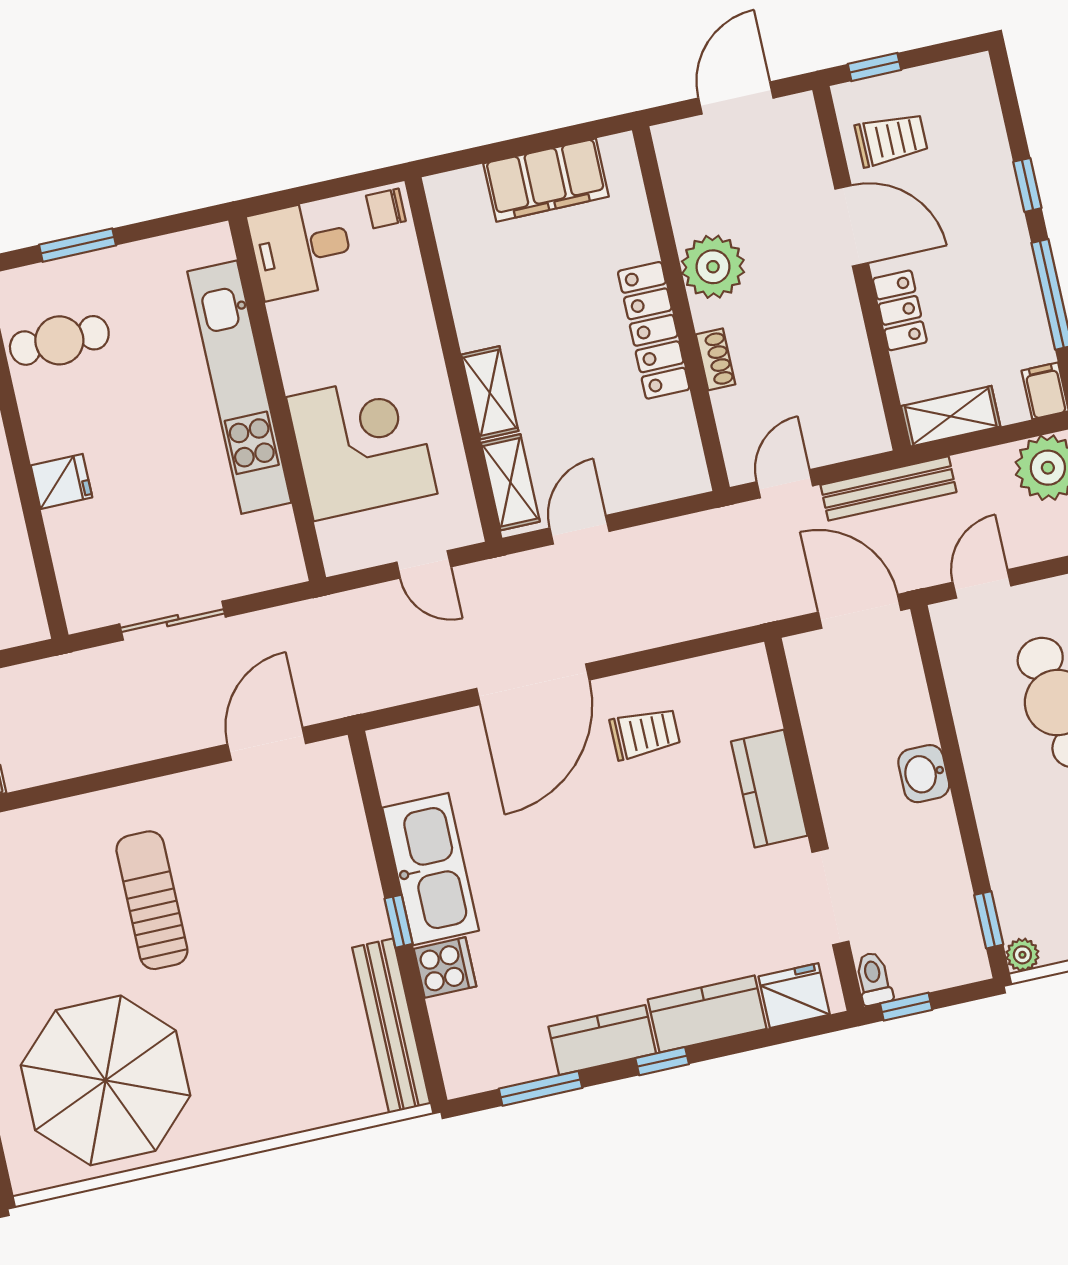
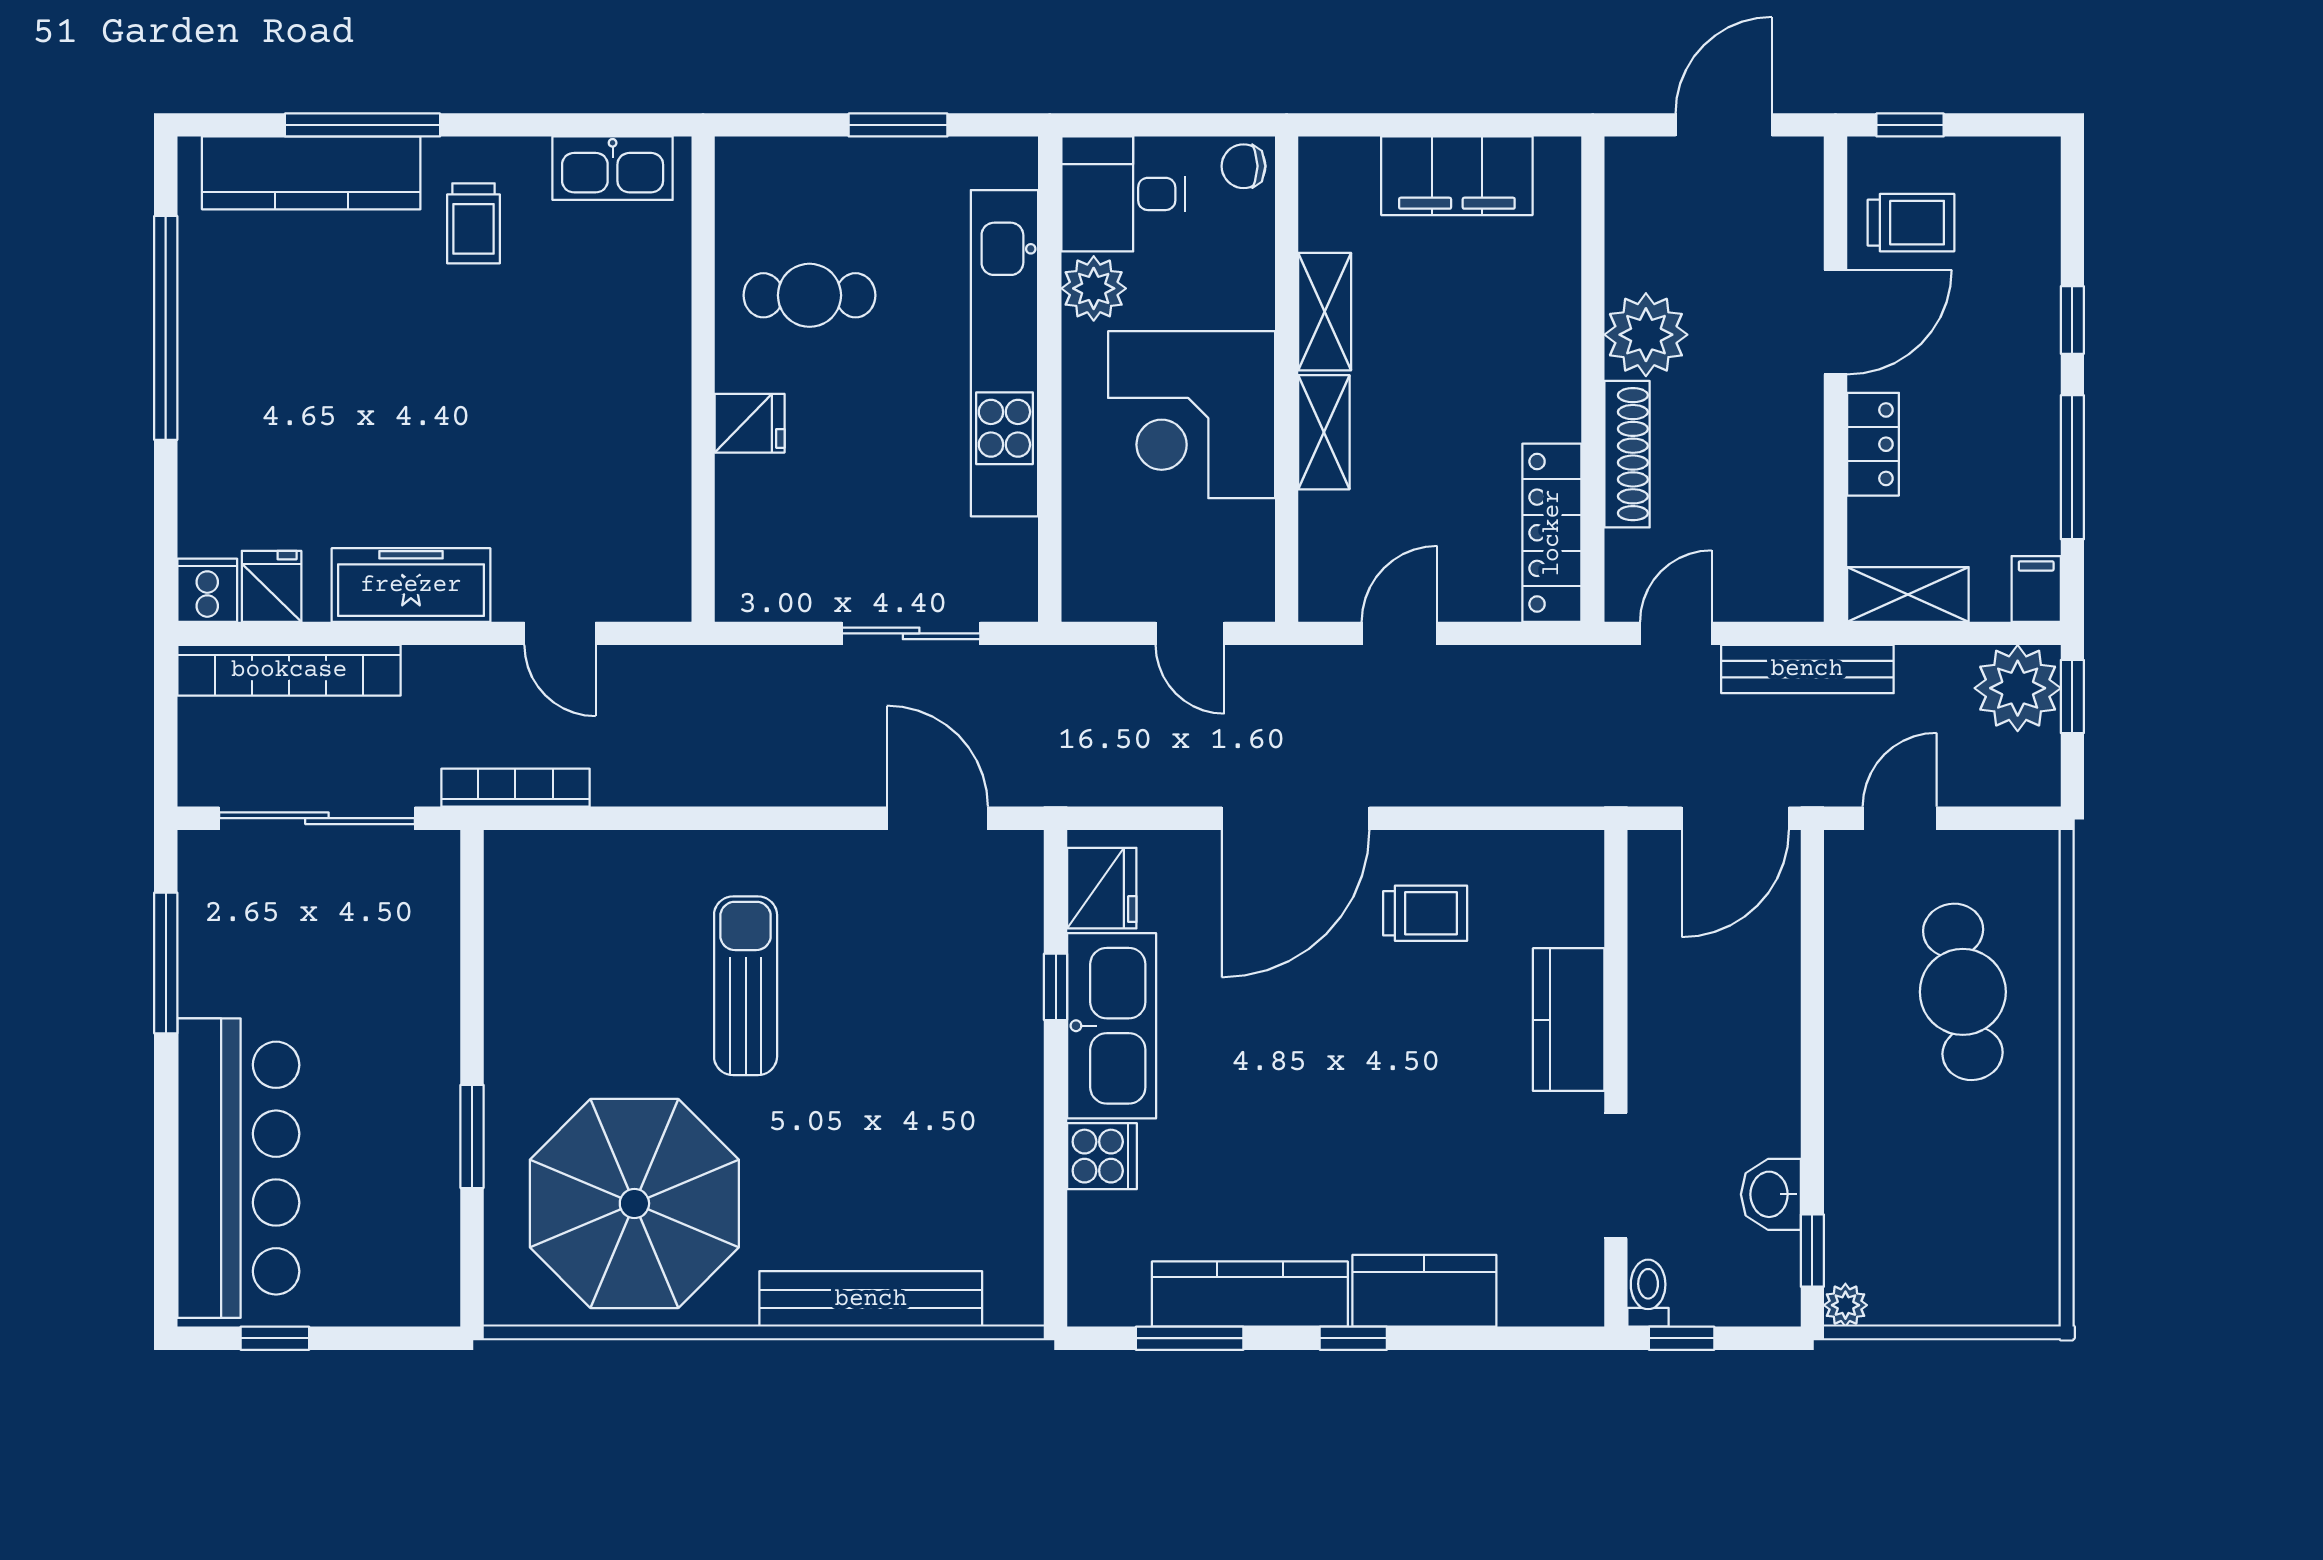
door: (852, 226) -> (1835, 322), hinge flipped
window: (78, 245) -> (898, 125), moved
plant: (295, 324) -> (1094, 288), added
locker: (654, 330) -> (1552, 533), moved
cafe table: (59, 340) -> (809, 295), moved
shoe rack: (716, 359) -> (1627, 454), width x1.94, depth x1.24
corner desk: (362, 445) -> (1192, 415), moved, turned 180
shelving: (510, 482) -> (1325, 312), moved
door: (860, 611) -> (1735, 818), swing flipped
sliding door: (173, 621) -> (911, 633), moved
door: (267, 744) -> (937, 818), hinge flipped
washbasin: (924, 774) -> (1771, 1194), moved
window: (399, 921) -> (1056, 987), moved
fridge: (794, 996) -> (1102, 888), moved, turned 90
bench: (391, 1026) -> (871, 1299), moved, turned 90
kitchen counter: (602, 1040) -> (1250, 1294), width x1.50

